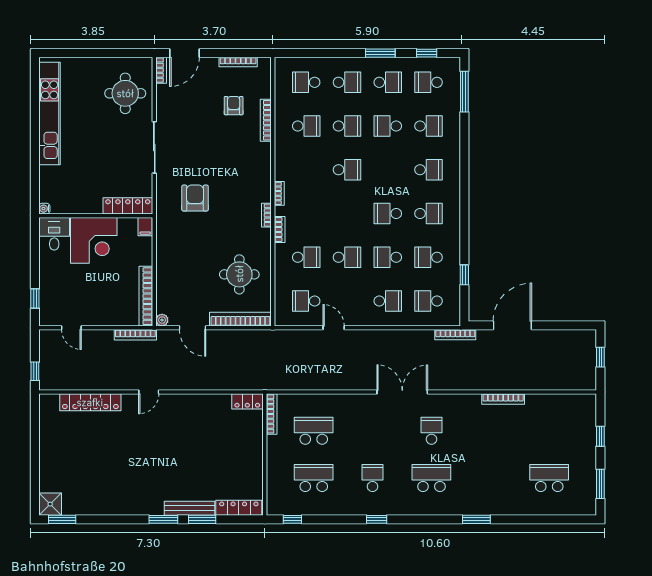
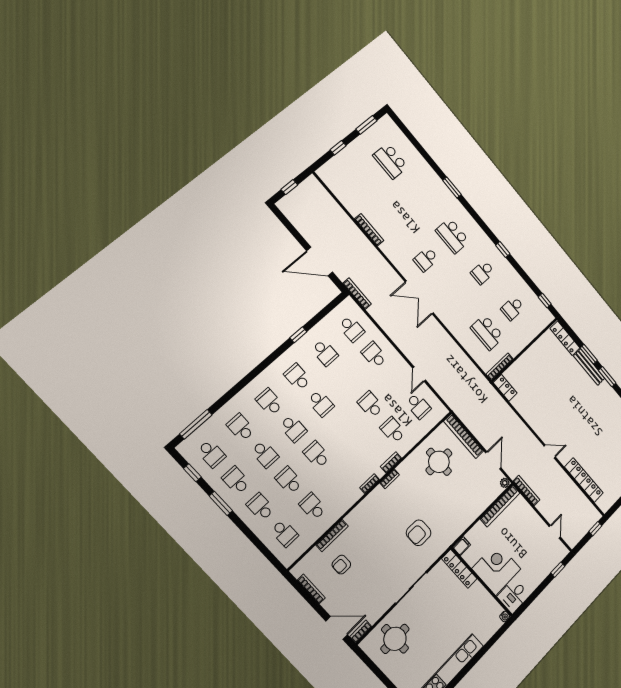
school desk: (388, 257) -> (293, 428), moved
window: (464, 275) -> (298, 335), moved
school desk: (314, 478) -> (513, 308), width x0.54

